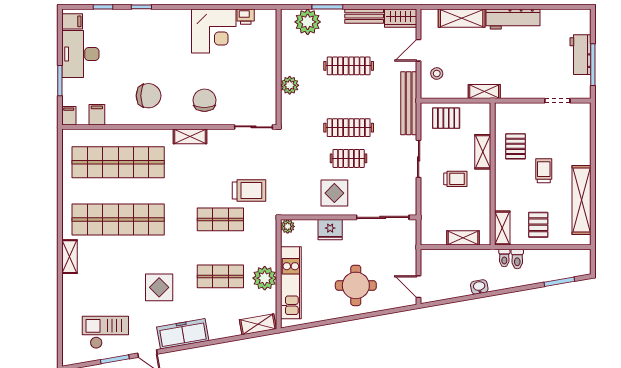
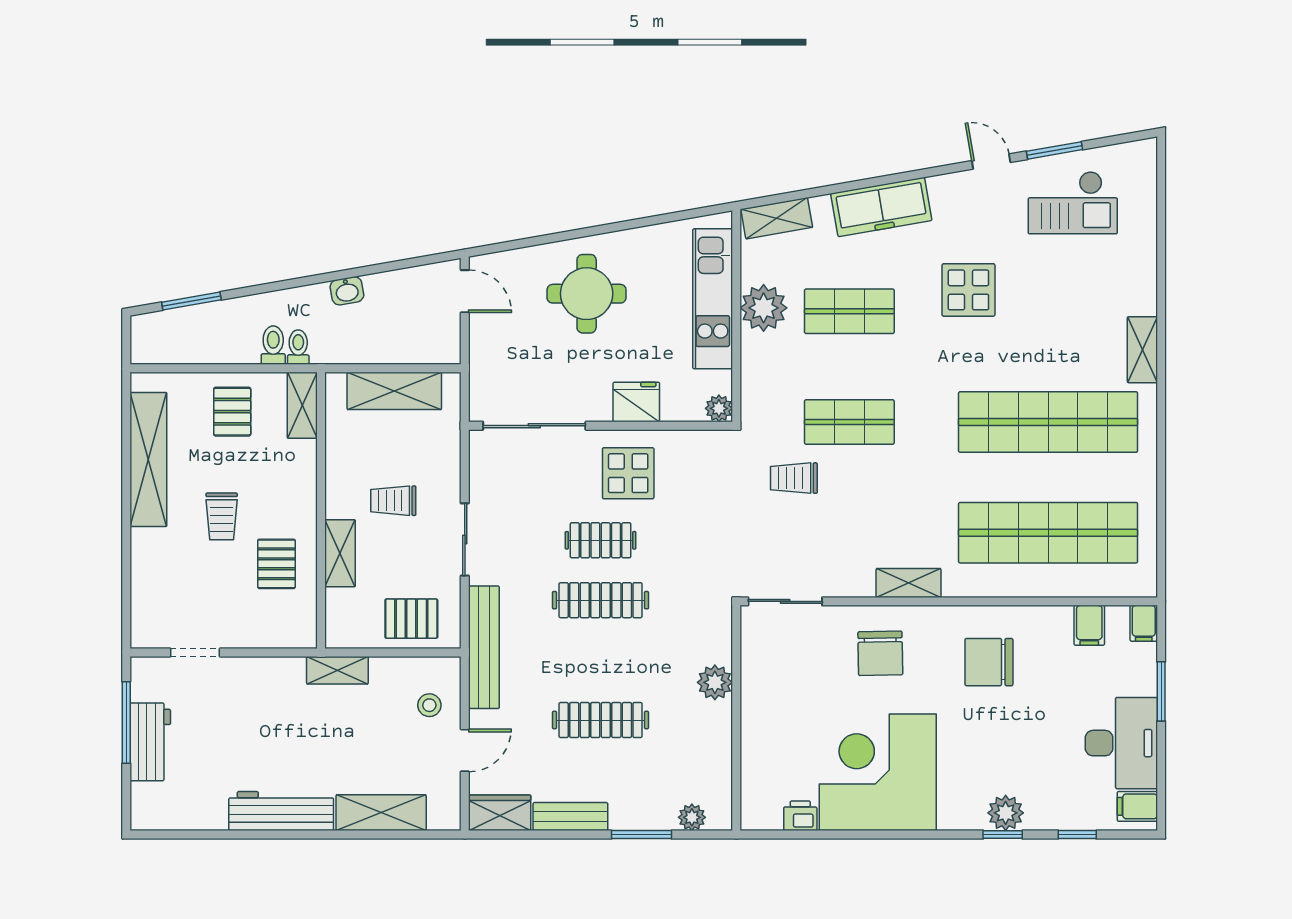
plant: (140, 18) -> (1006, 813), added
plant: (308, 22) -> (692, 817), width x0.53, depth x0.53
corner desk: (214, 31) -> (878, 772), width x1.36, depth x1.36
trolley: (249, 190) -> (794, 478), width x0.73, depth x0.72
shelving: (463, 238) -> (394, 391), width x1.50, depth x1.33
freezer: (183, 334) -> (881, 207), moved

